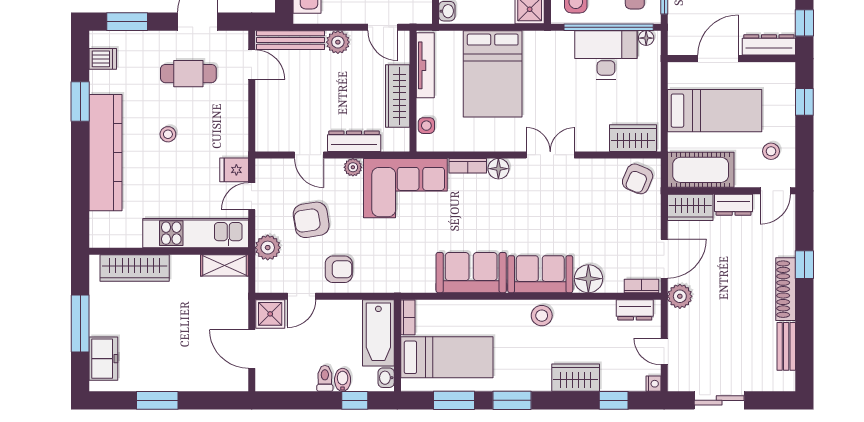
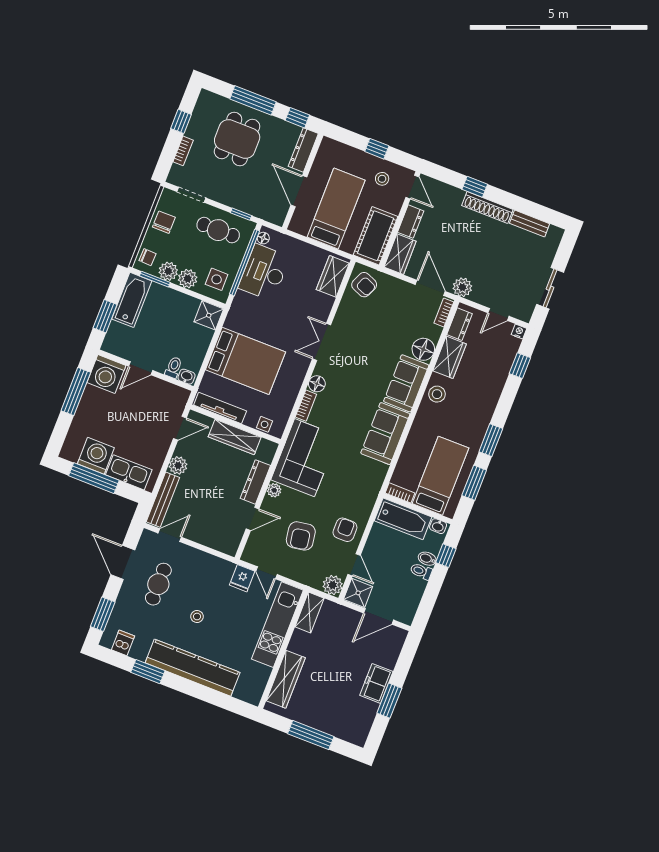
window: (804, 102) -> (377, 149), moved
plant: (268, 248) -> (333, 585), moved
freezer: (103, 359) -> (376, 683), moved, turned -90
wardrobe: (576, 378) -> (449, 357), moved, turned 180

